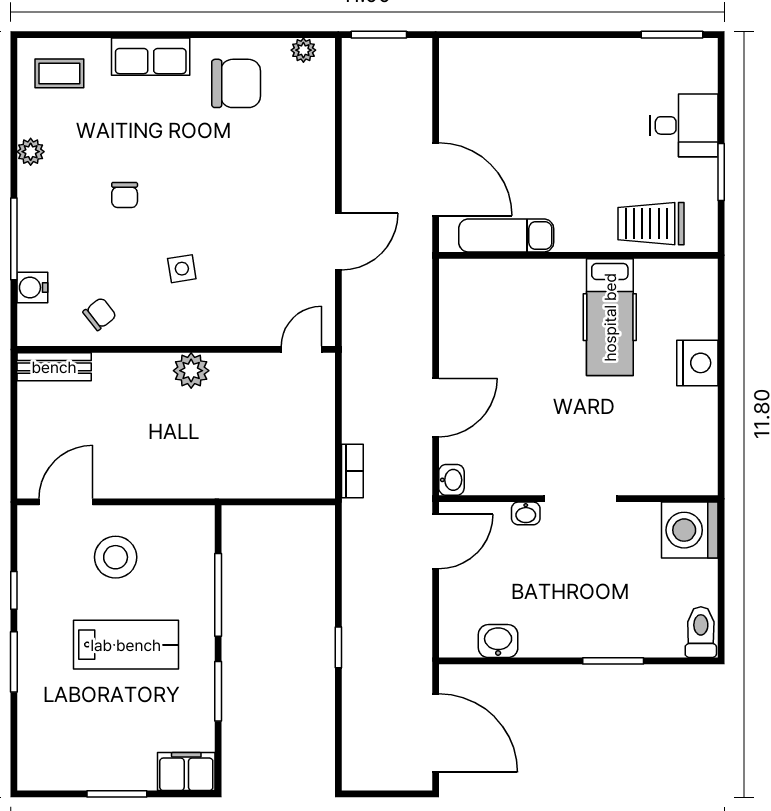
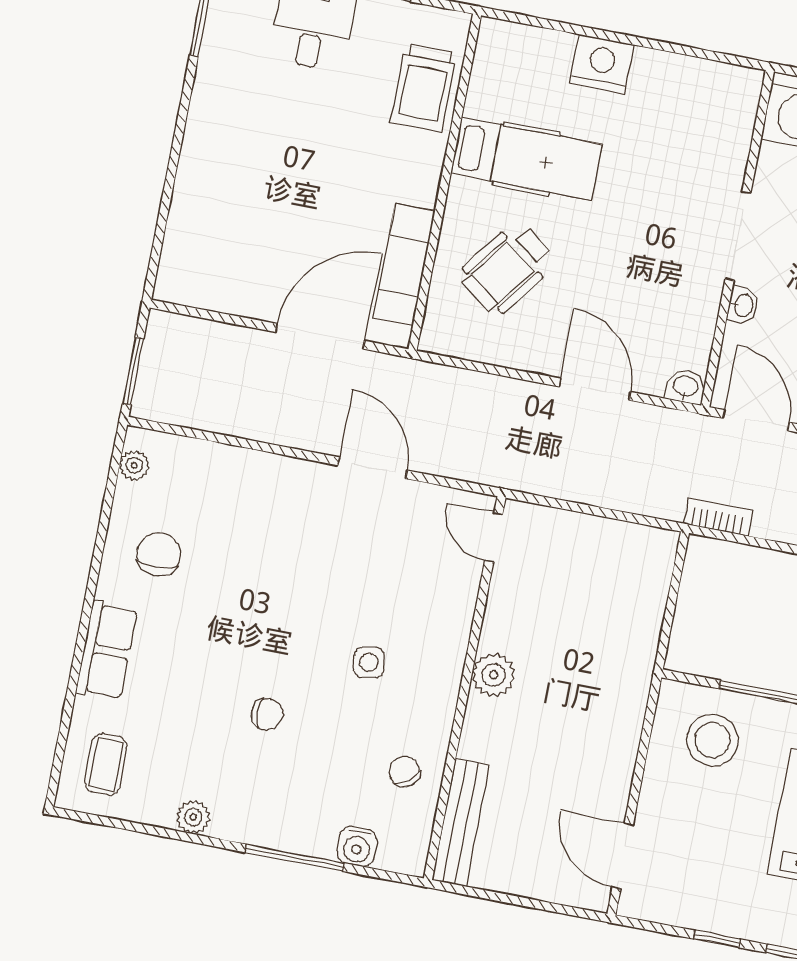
chair: (236, 83) -> (159, 554), width x0.73, depth x0.73
wheelchair: (519, 319) -> (508, 268), added
bench: (54, 367) -> (461, 822), width x1.36
bookcase: (352, 471) -> (718, 517), moved
stool: (116, 557) -> (712, 740), moved

